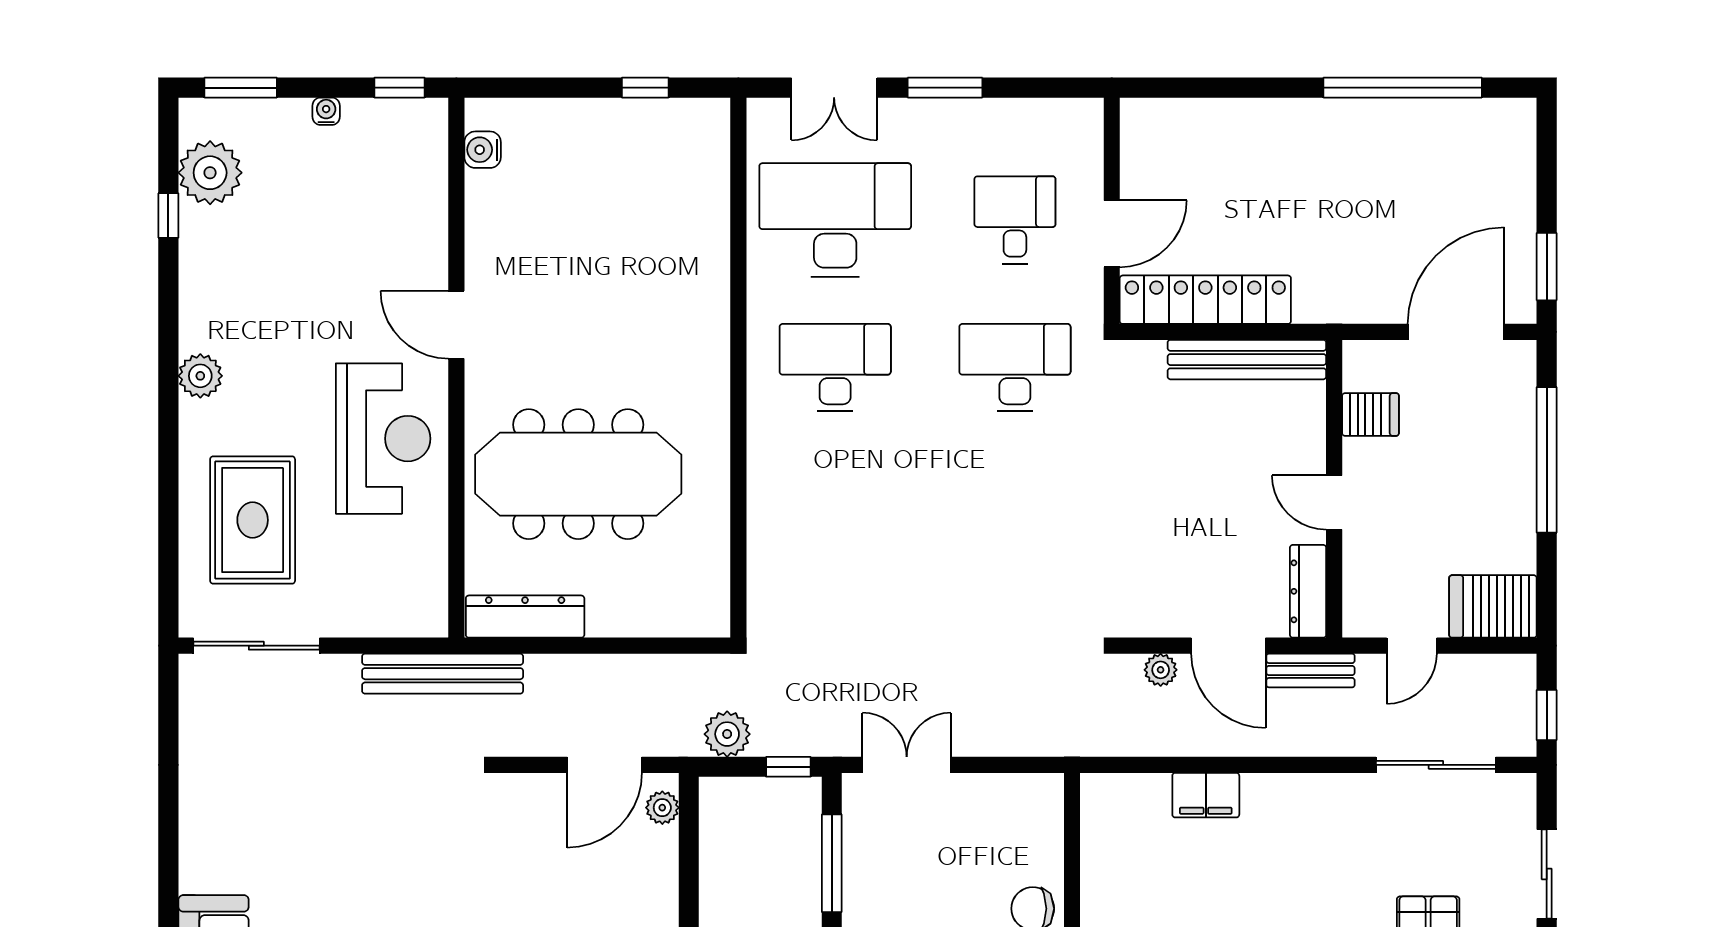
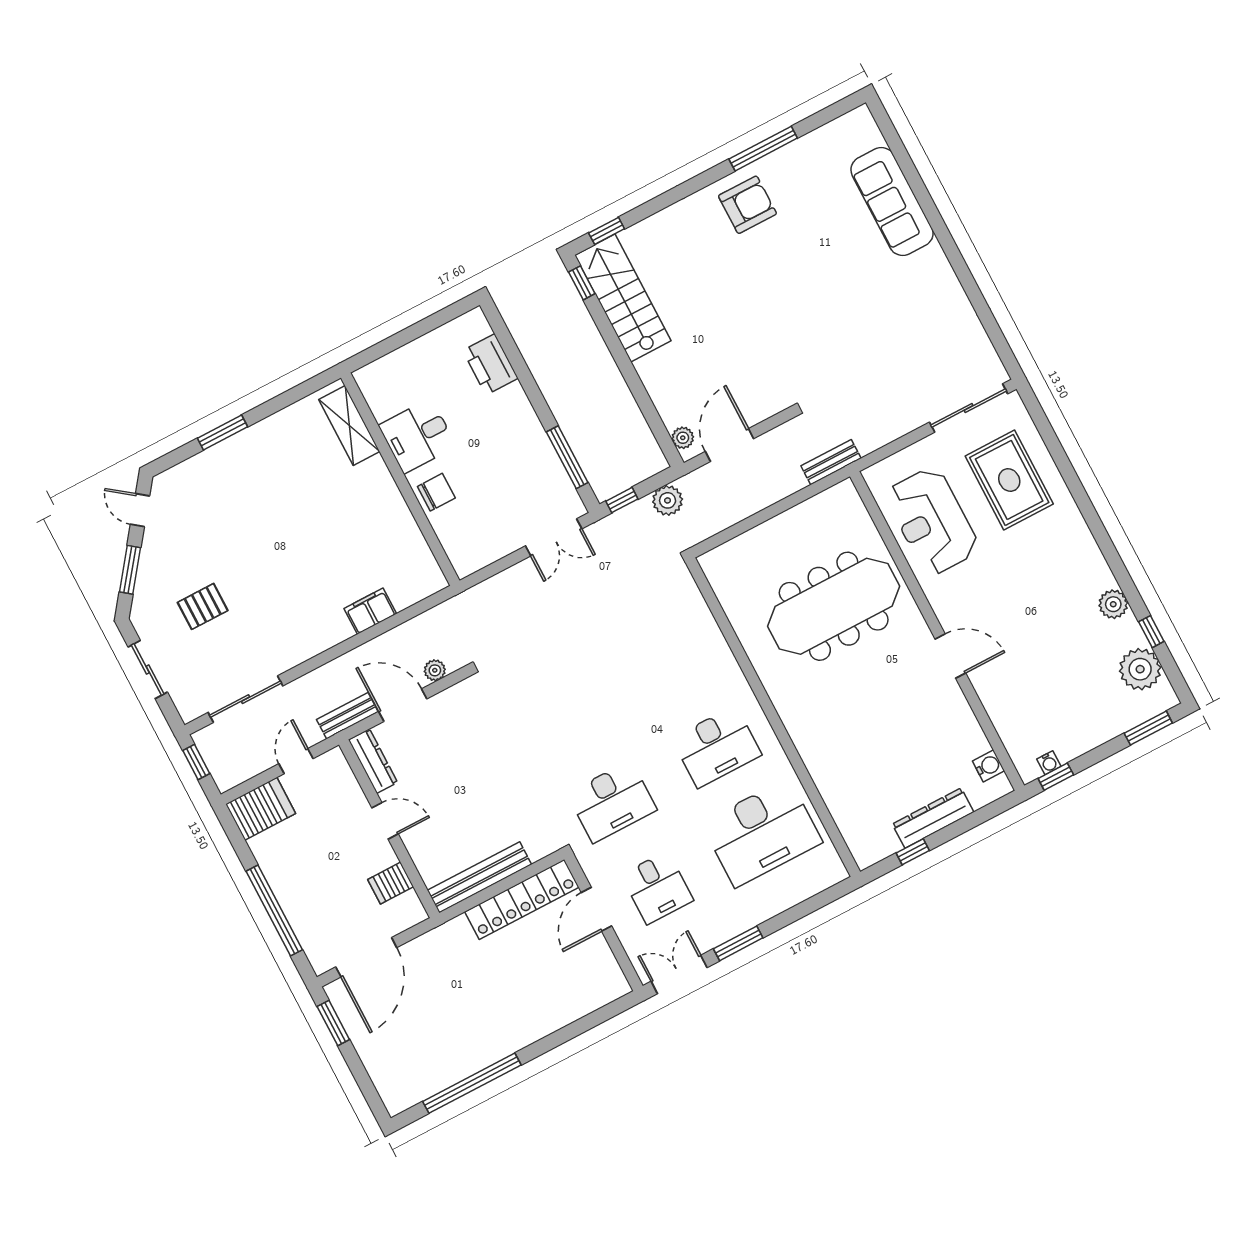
double door: (834, 88) -> (679, 974), moved
water cooler: (326, 111) -> (1049, 763), moved
plant: (200, 376) -> (1113, 604), moved
reception desk: (383, 439) -> (932, 521), moved
dresser: (525, 617) -> (933, 818), moved, turned 180
bench: (443, 674) -> (831, 462), width x0.54, depth x0.82

